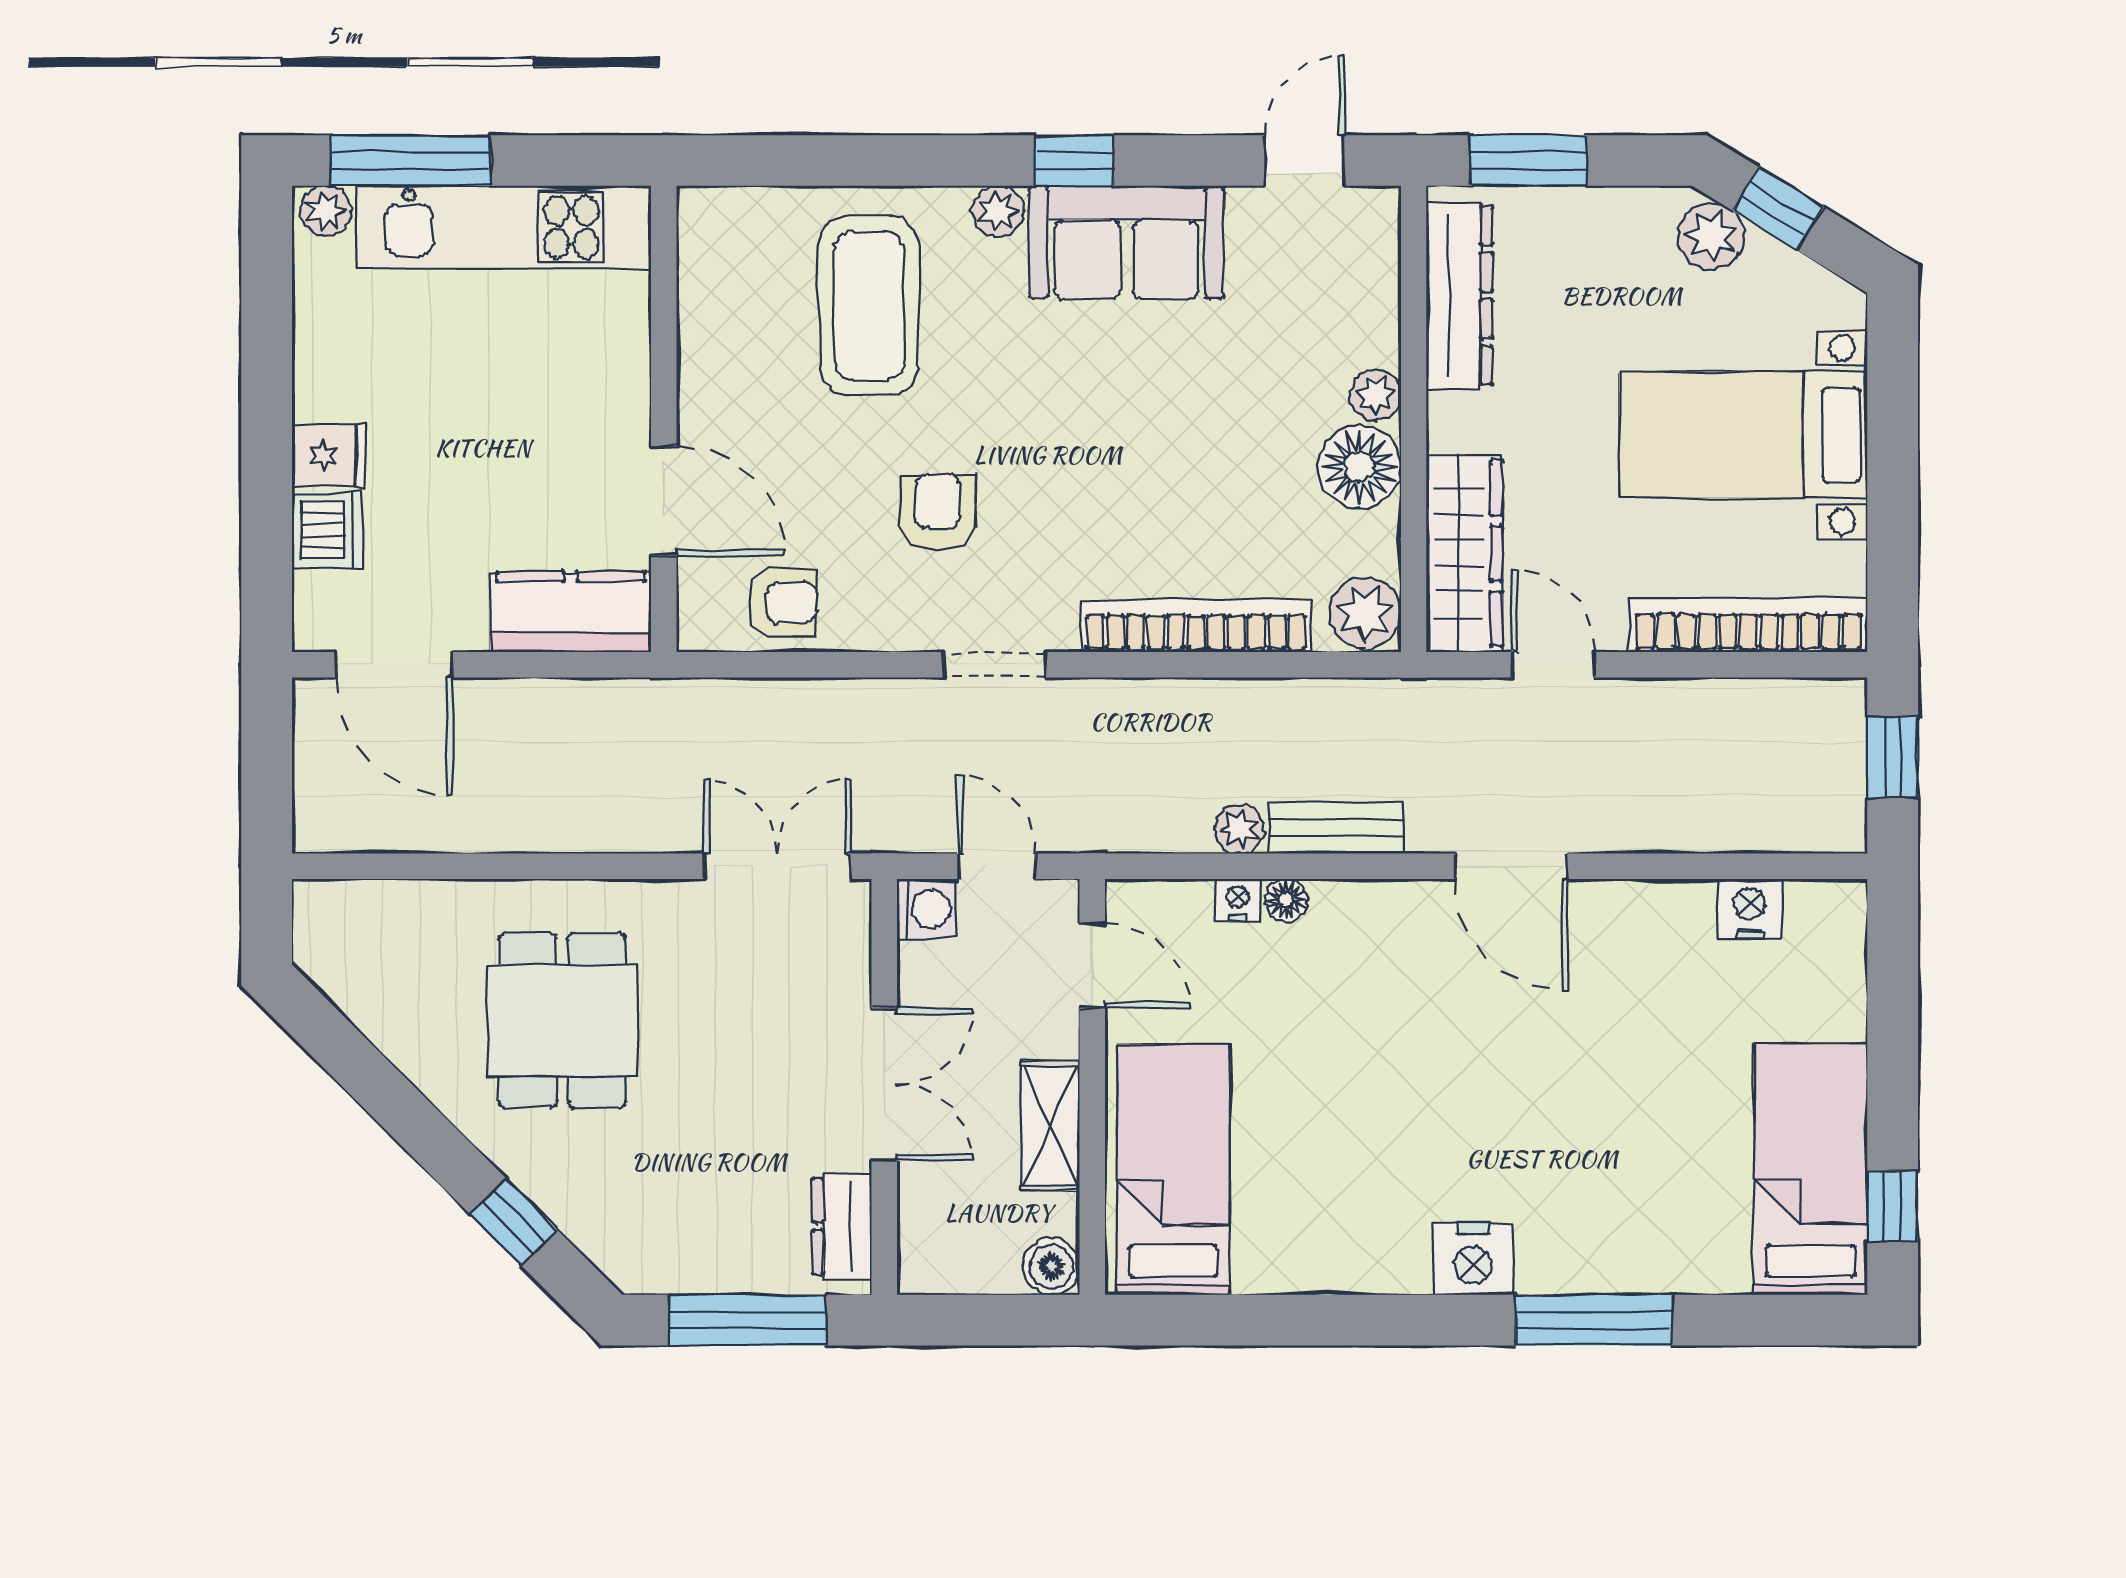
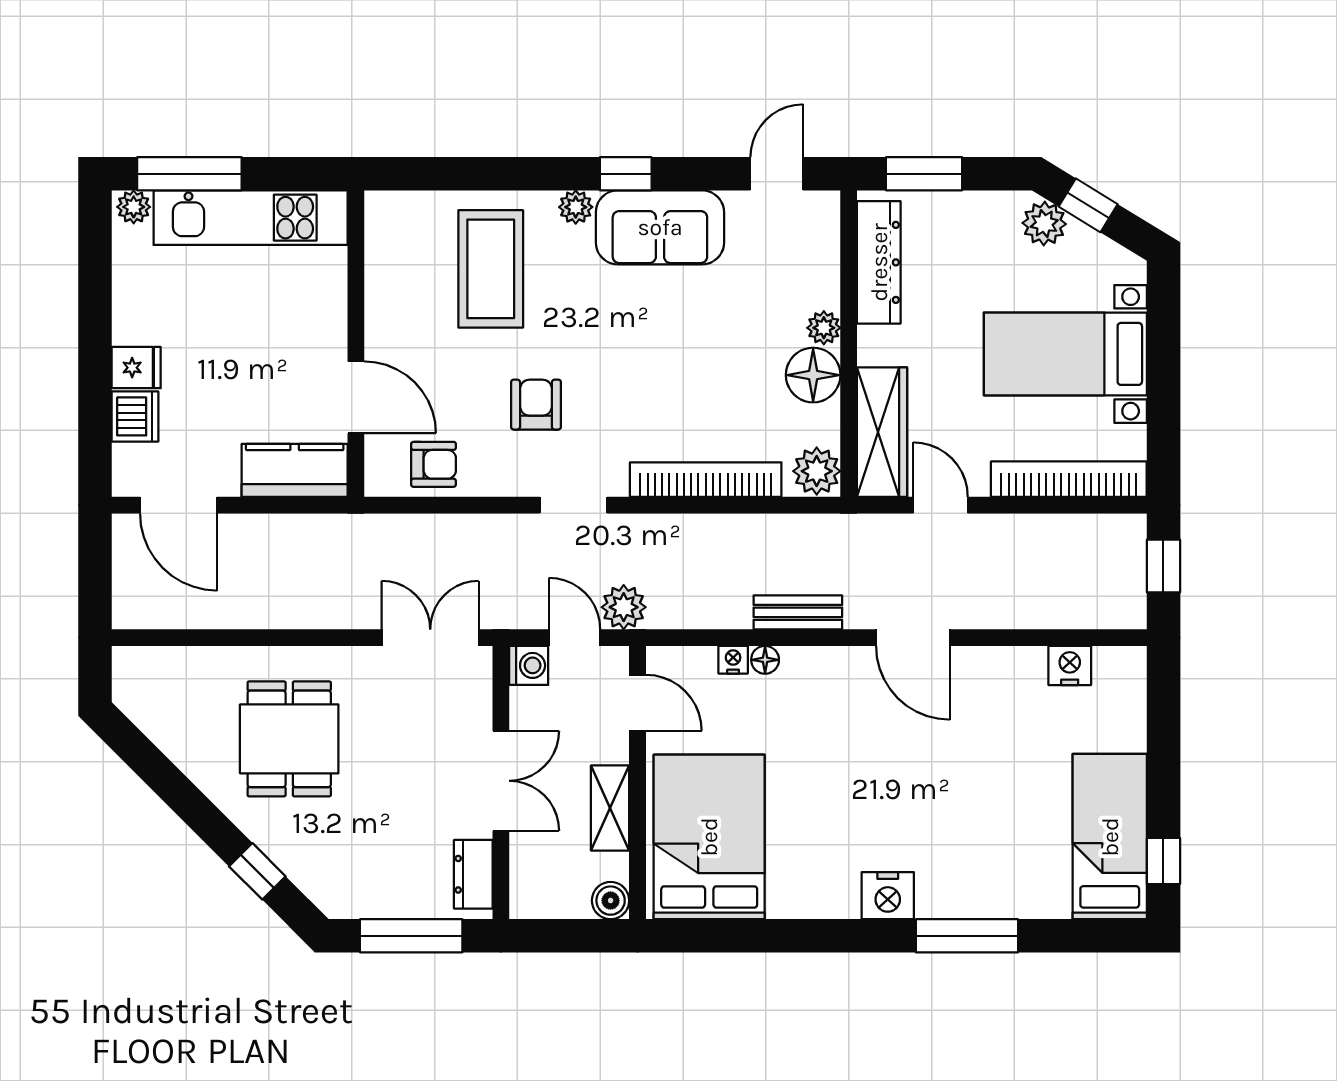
plant: (1239, 829) -> (624, 607), moved, width x1.38, depth x1.38
bed: (1173, 1170) -> (709, 837), width x1.50

